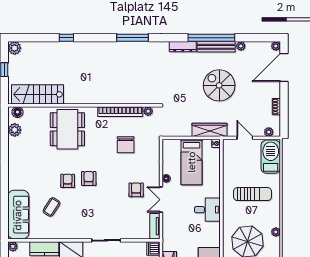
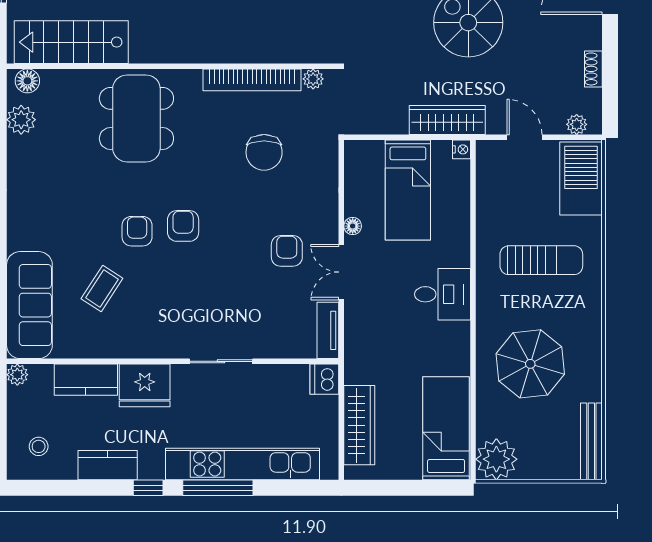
plant: (276, 232) -> (592, 343), removed

